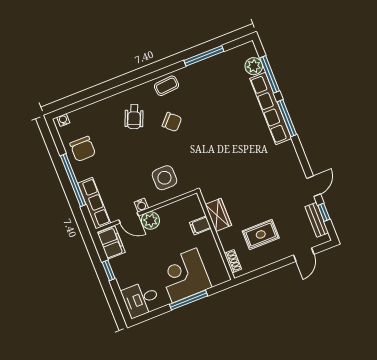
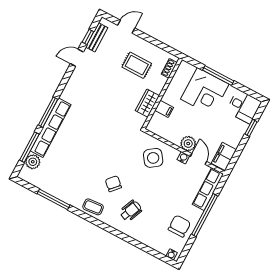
side table: (164, 178) -> (153, 158), turned -37
window: (109, 270) -> (251, 128), moved

